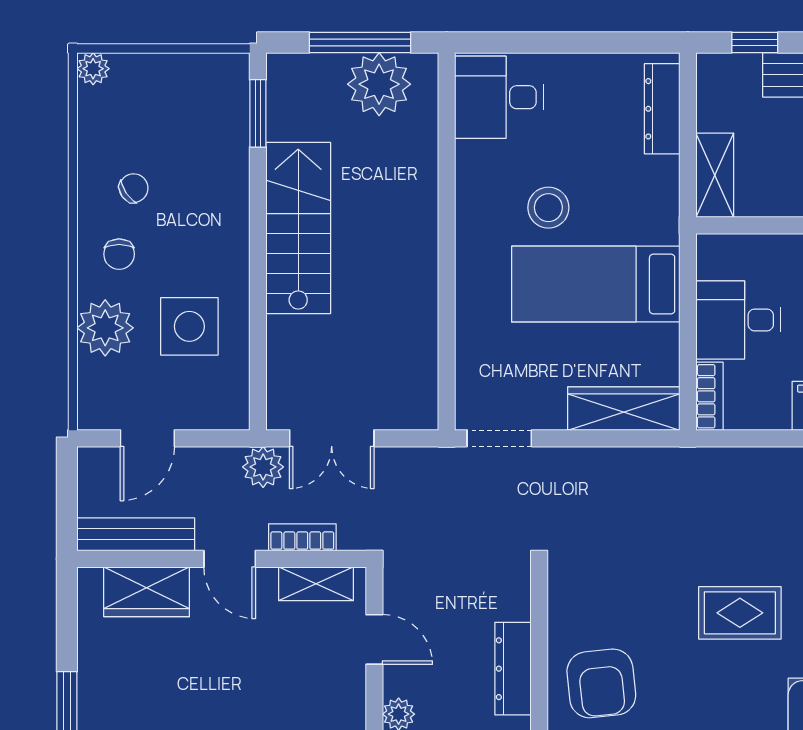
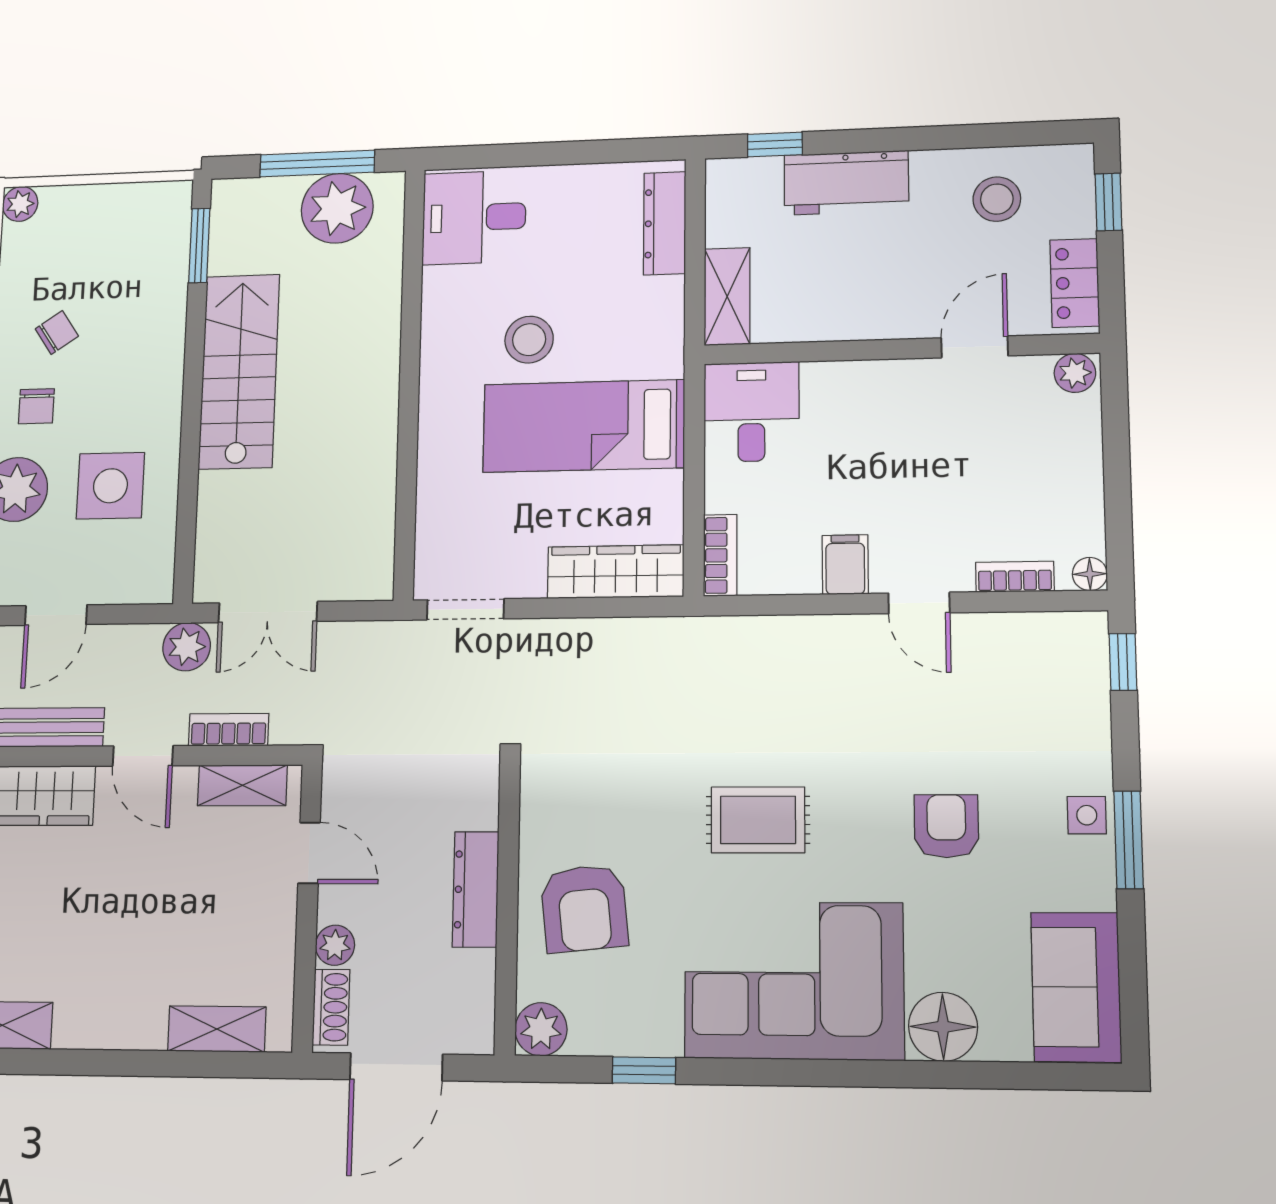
desk: (738, 320) -> (751, 412), moved, turned 90

